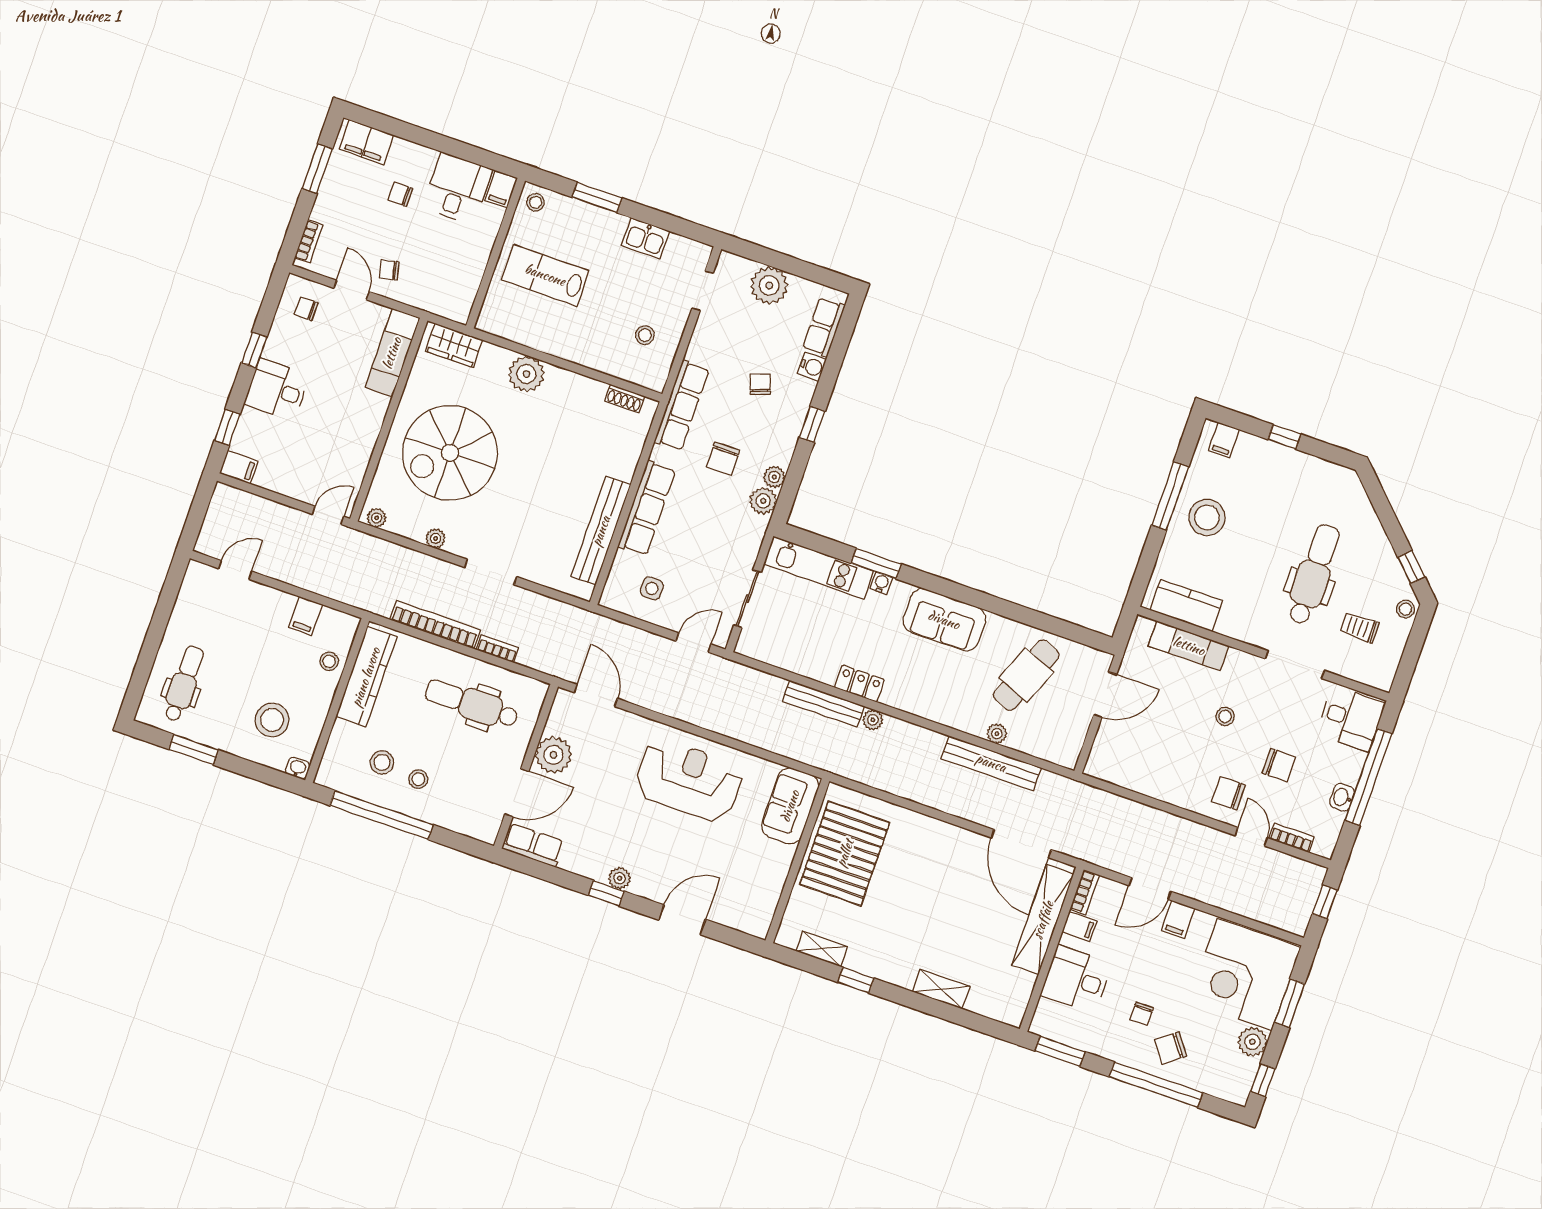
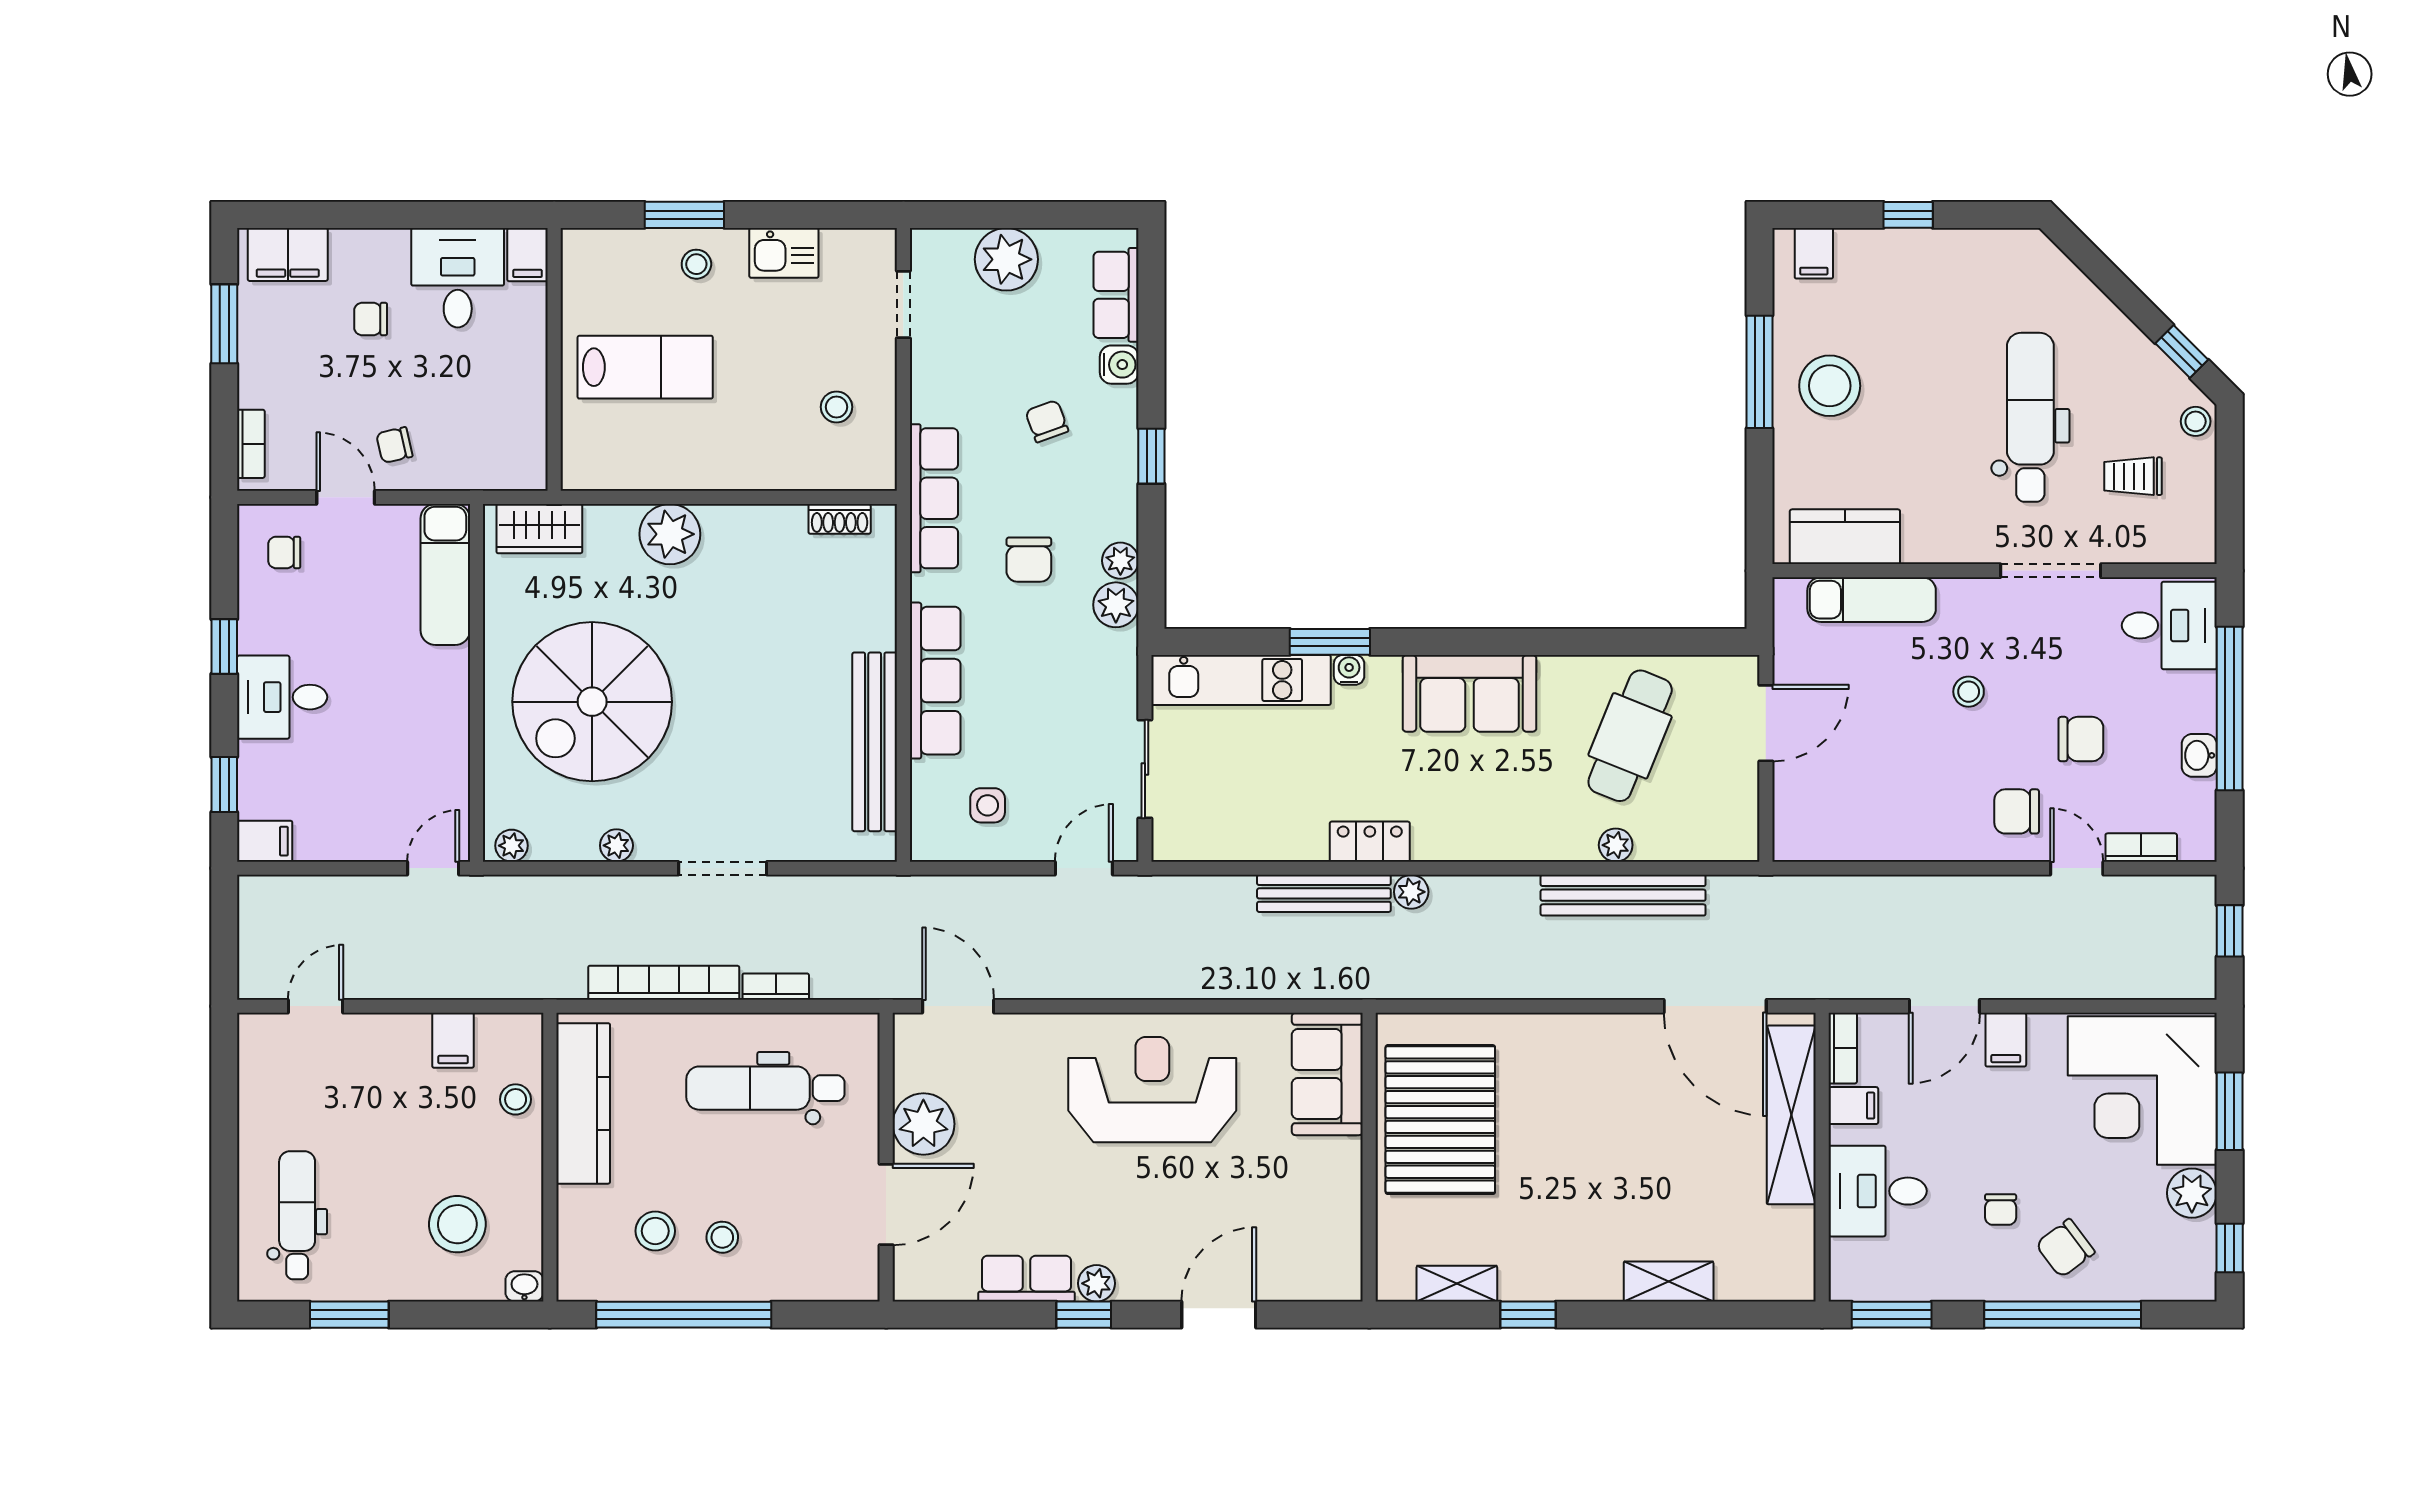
stool: (536, 202) -> (696, 264), moved
lab bench: (545, 275) -> (645, 367), turned 180
row of seats: (533, 845) -> (1027, 1279), moved

